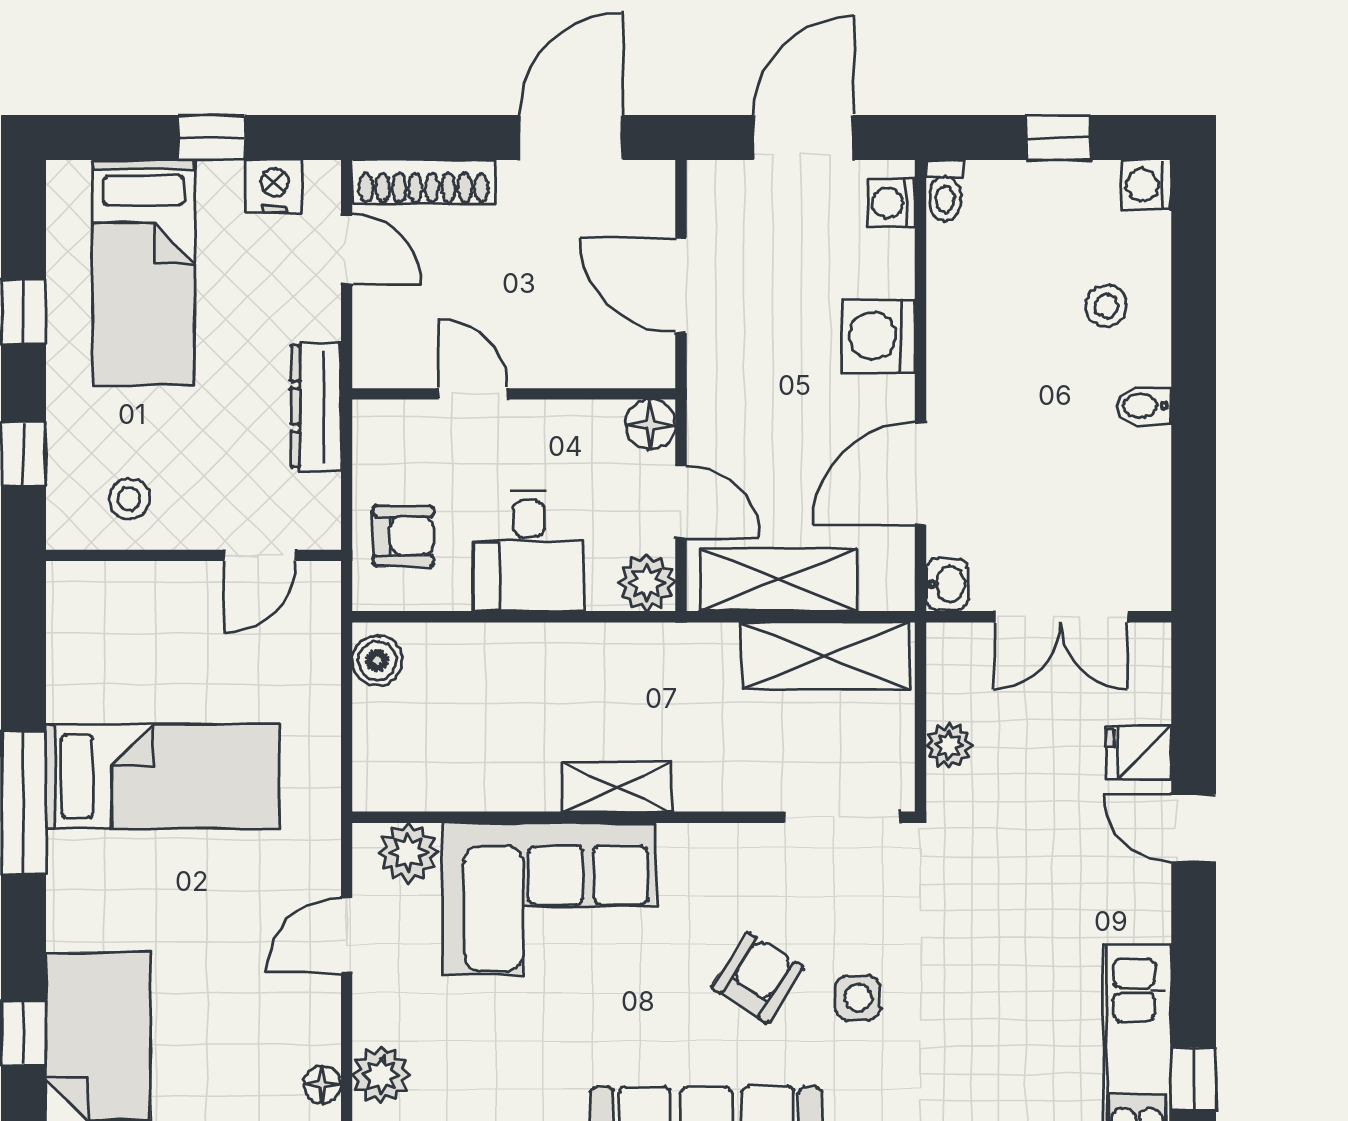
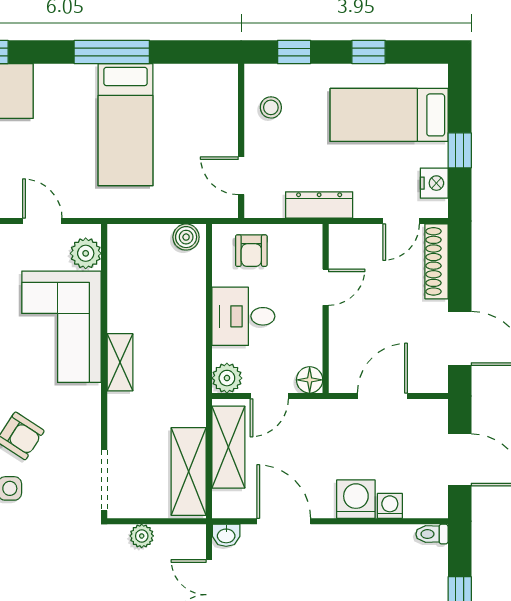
washing machine: (891, 203) -> (390, 506), moved

